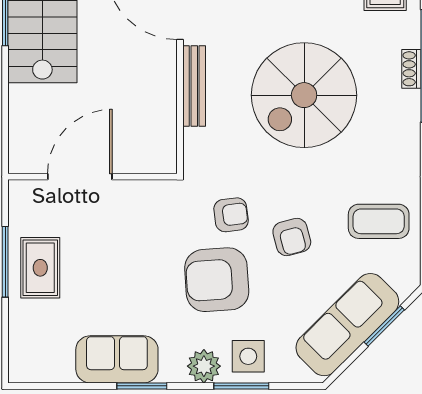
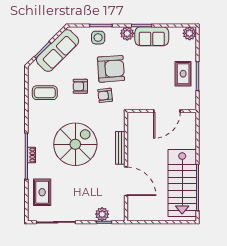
armchair: (292, 237) -> (80, 86), turned -75
plant: (204, 366) -> (127, 33), moved
plant: (25, 367) -> (190, 33), added

